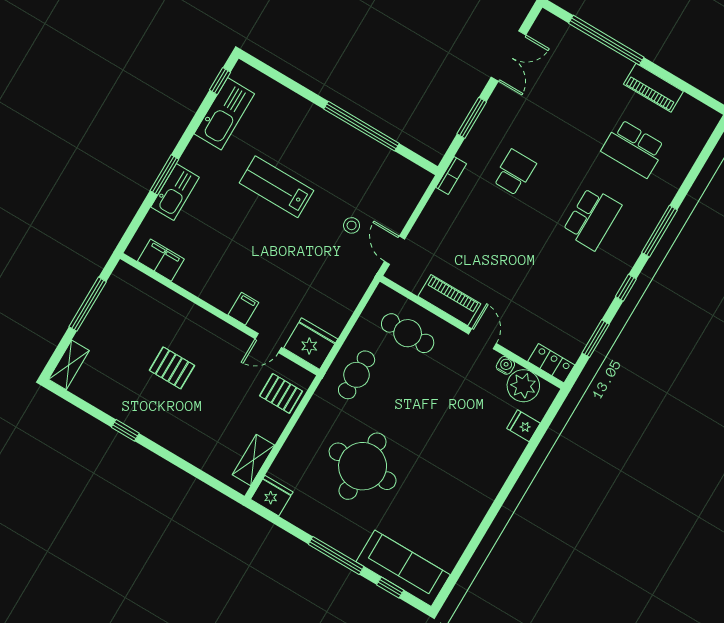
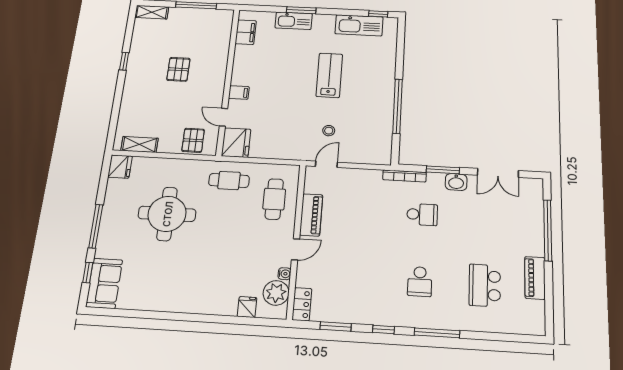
washbasin: (495, 111) -> (456, 182), added
bookcase: (451, 176) -> (404, 176), width x1.56
school desk: (592, 218) -> (420, 281), width x0.54
sofa: (403, 568) -> (104, 283), width x0.73

